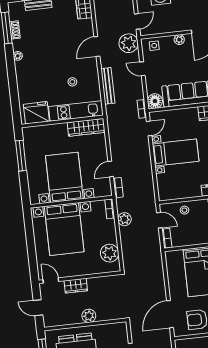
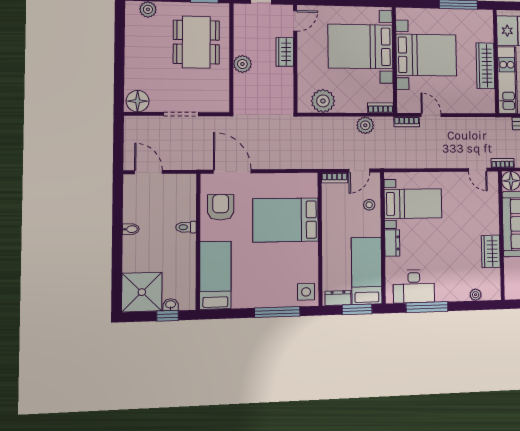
wardrobe: (86, 127) -> (485, 66), moved
bed with nightstands: (176, 153) -> (413, 204), moved, turned -90

